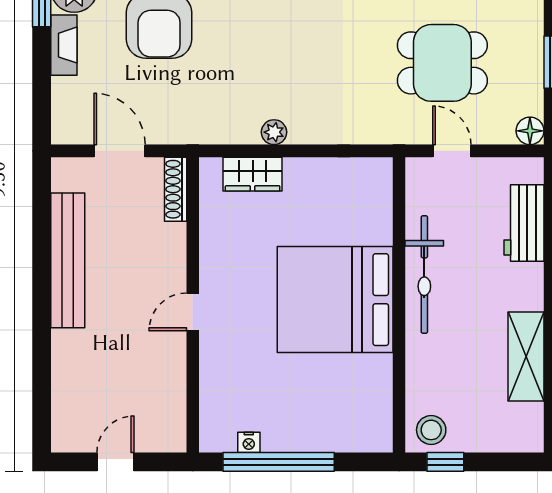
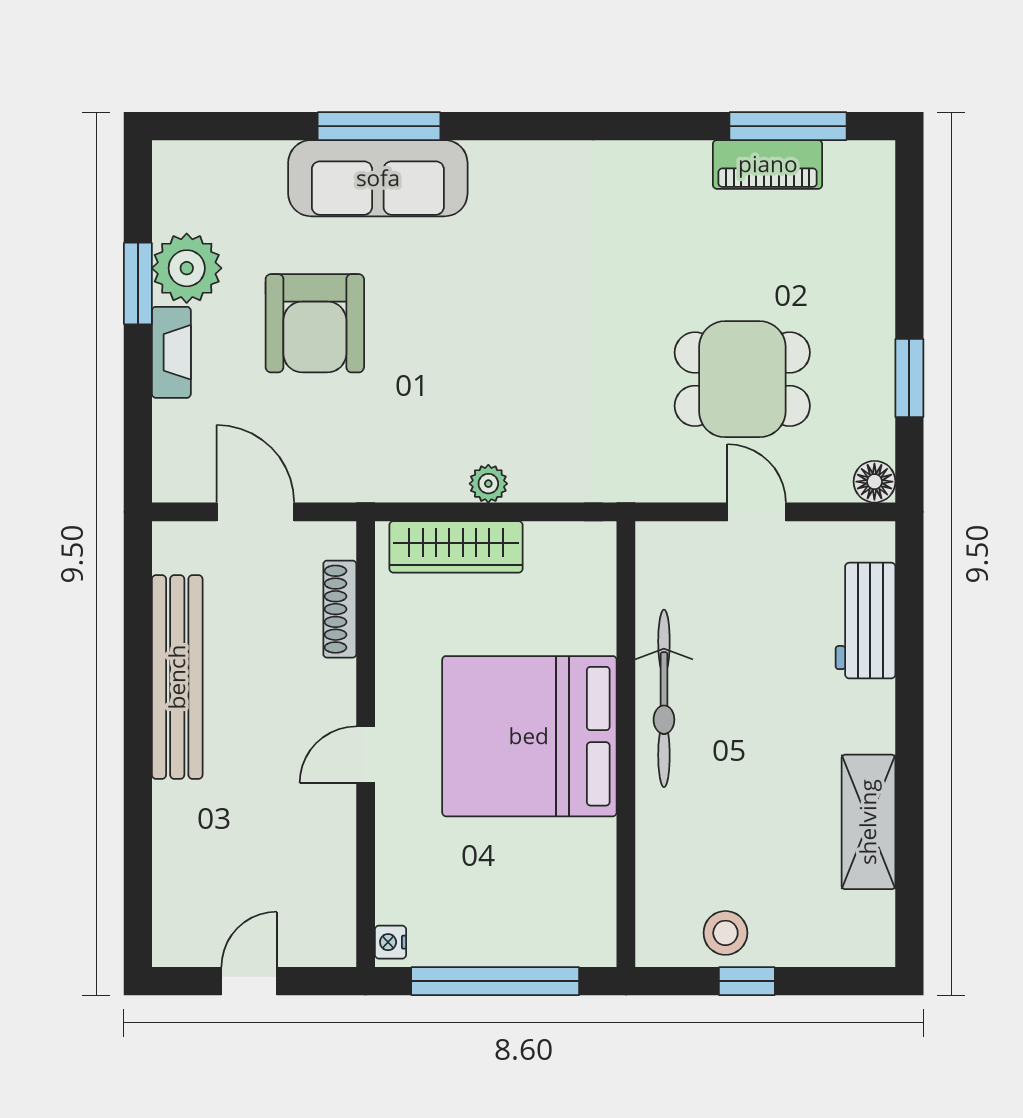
wardrobe: (253, 174) -> (456, 547), width x1.50
shoe rack: (176, 189) -> (340, 609), moved
bicycle: (424, 274) -> (664, 698), moved
bed: (335, 300) -> (529, 736), moved
wall: (399, 305) -> (626, 744), moved
nightstand: (249, 442) -> (391, 942), moved, turned 90

